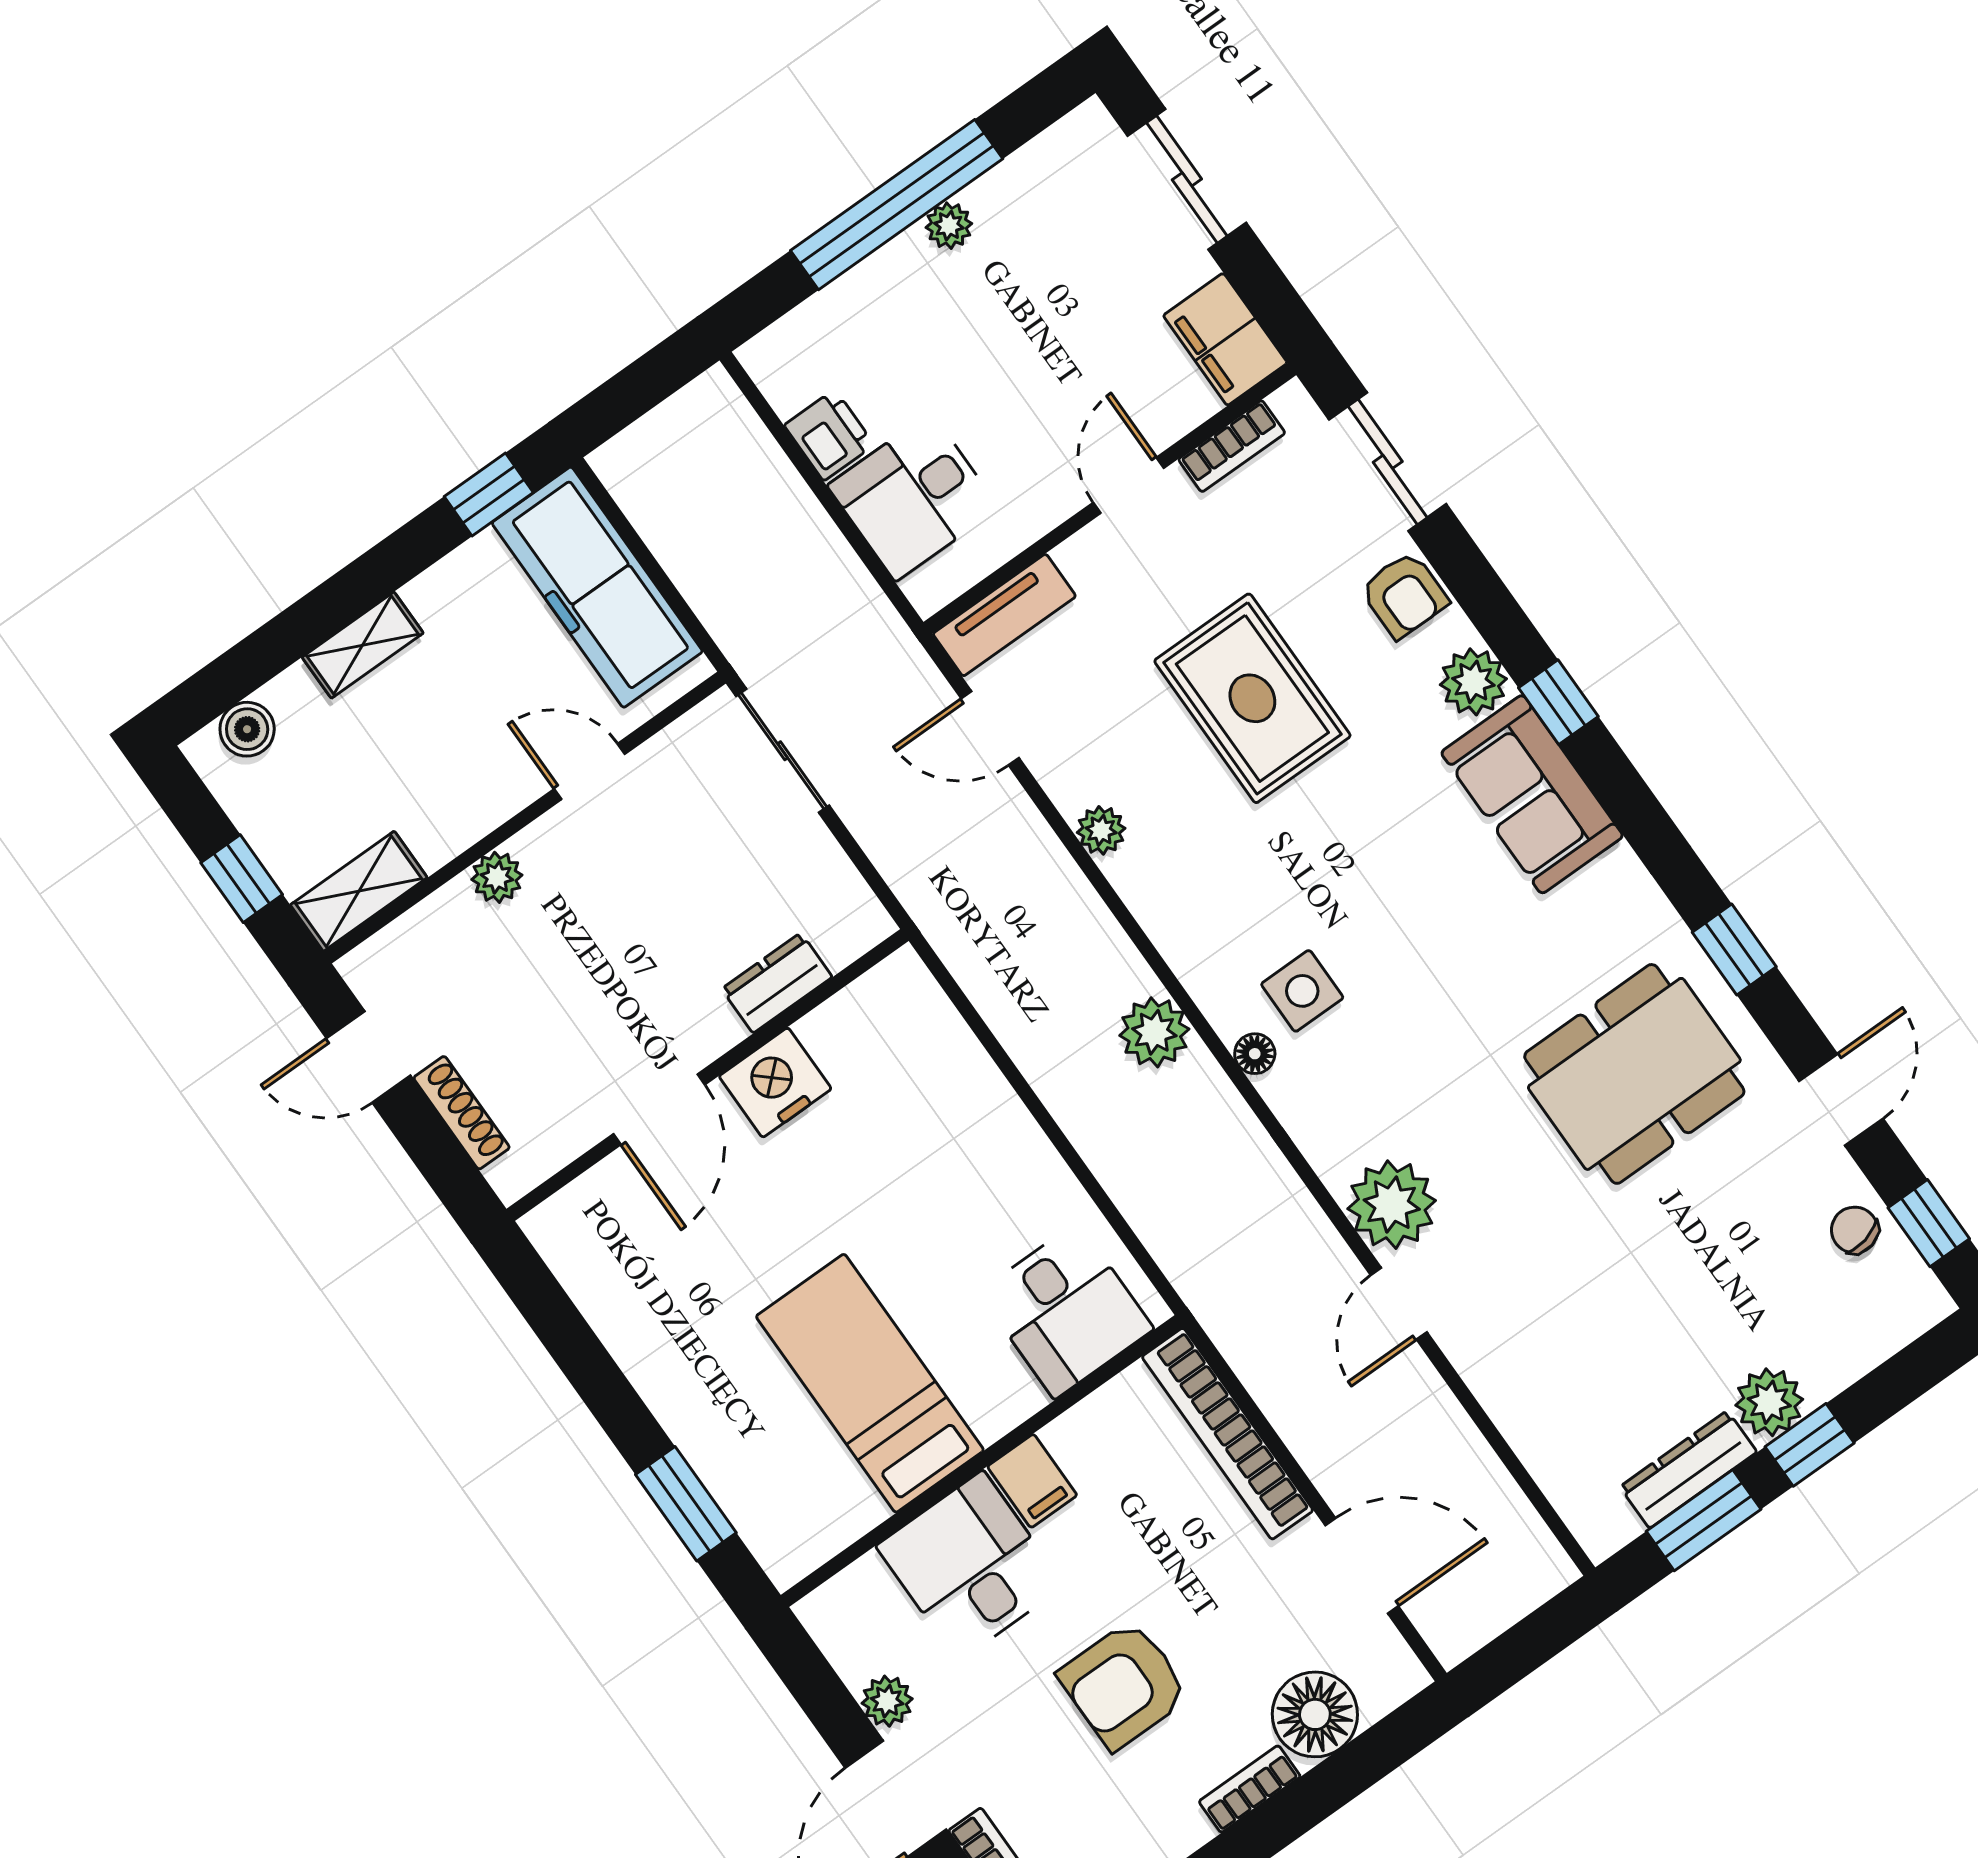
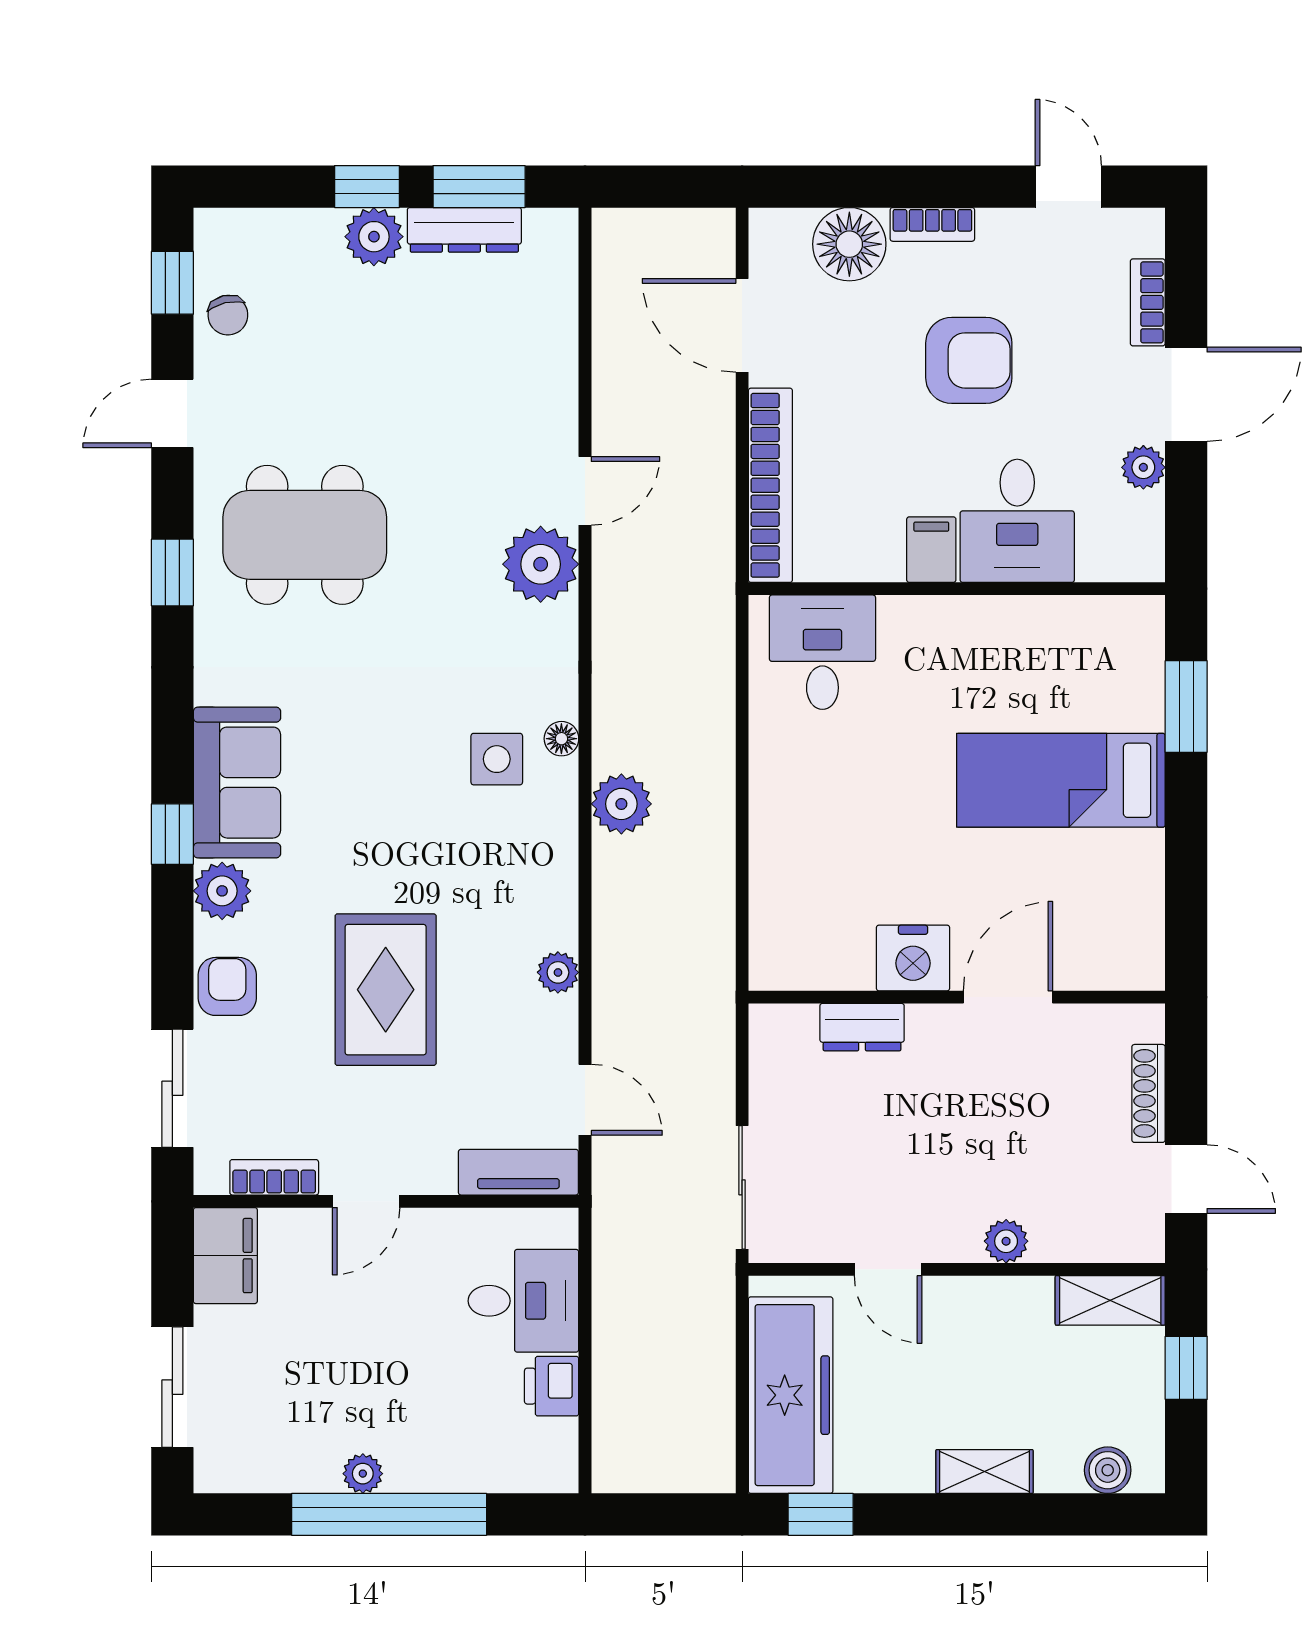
bed: (870, 1383) -> (1061, 780), moved, turned 90

